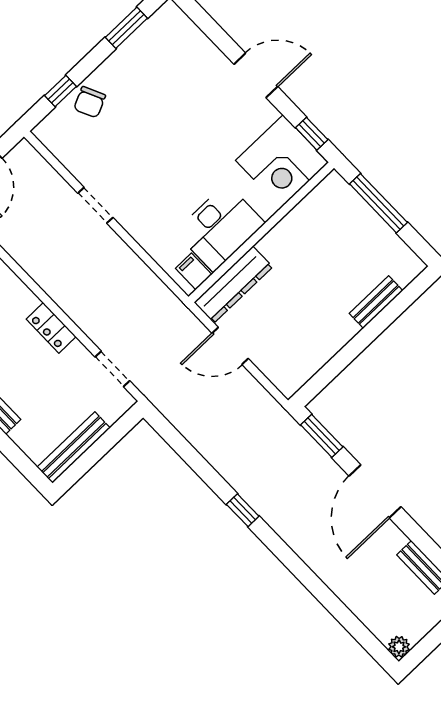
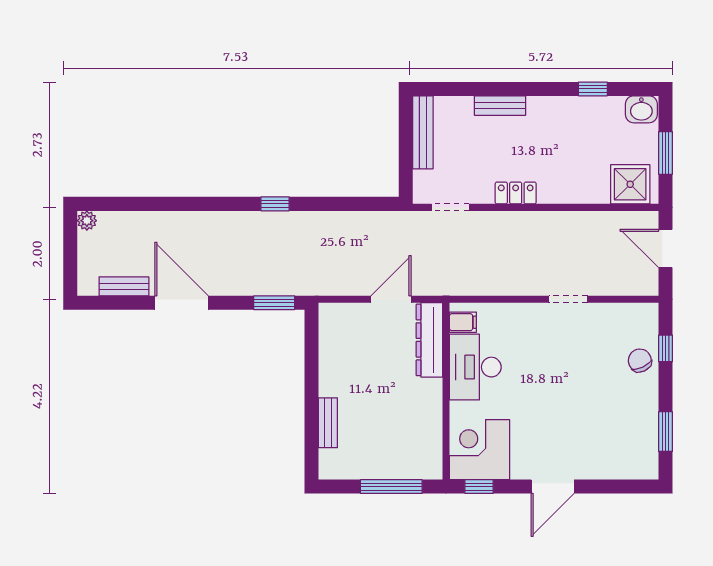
door: (375, 491) -> (182, 303), moved

